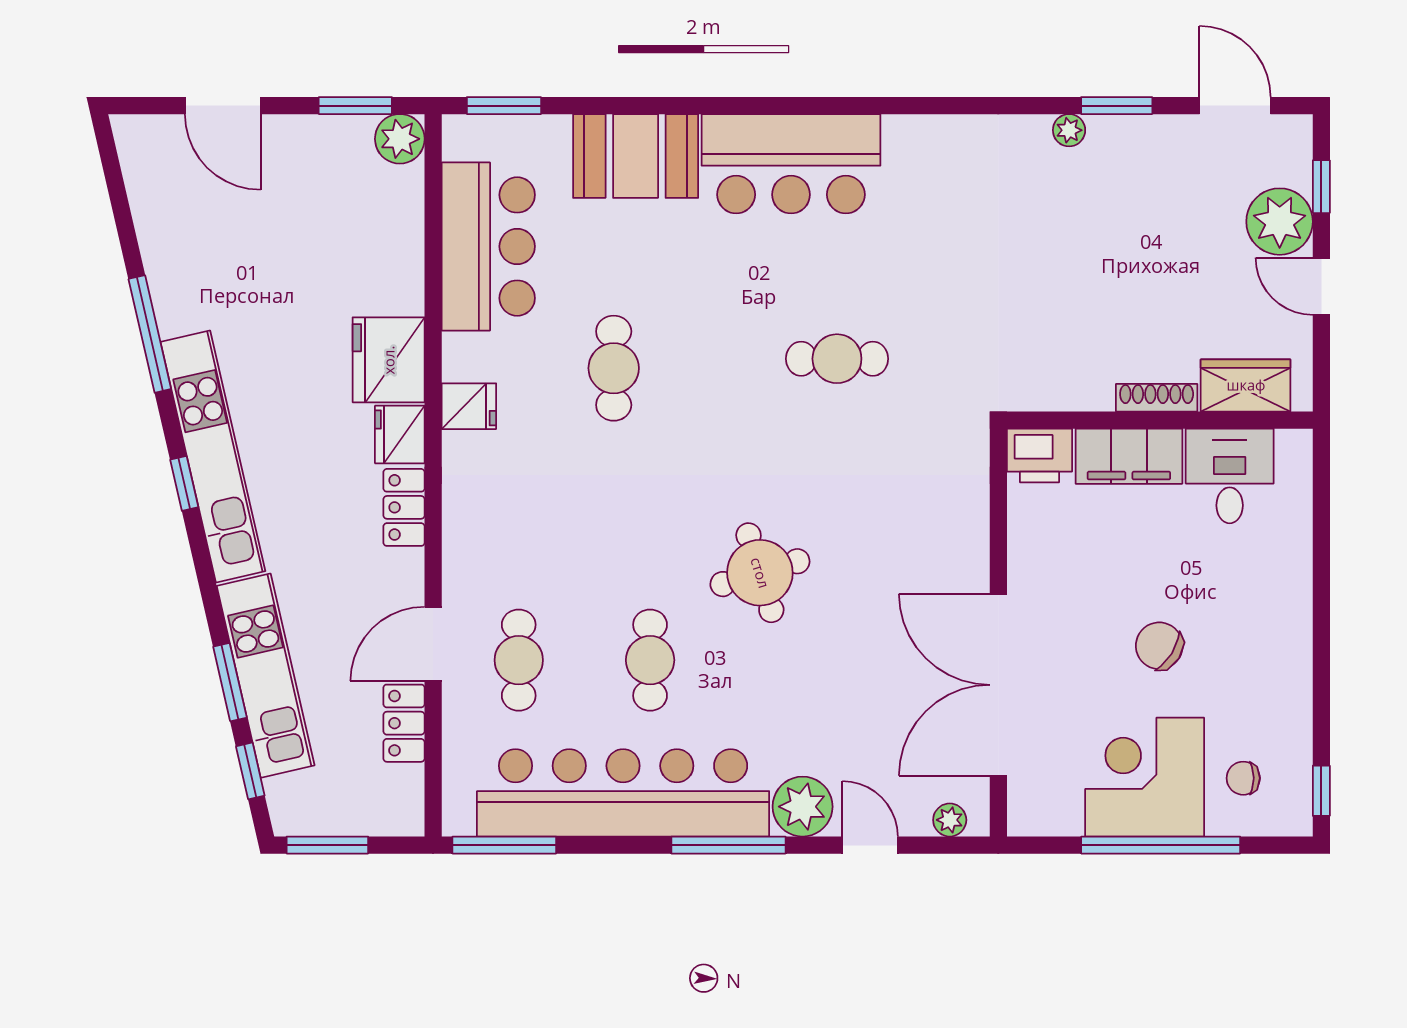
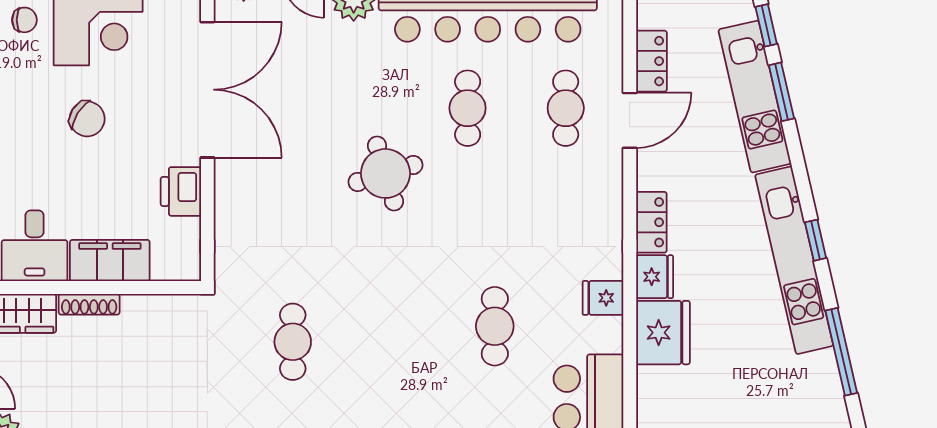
cafe table: (837, 359) -> (293, 342), moved, turned 90
printer: (1039, 455) -> (181, 191), moved, turned -90

